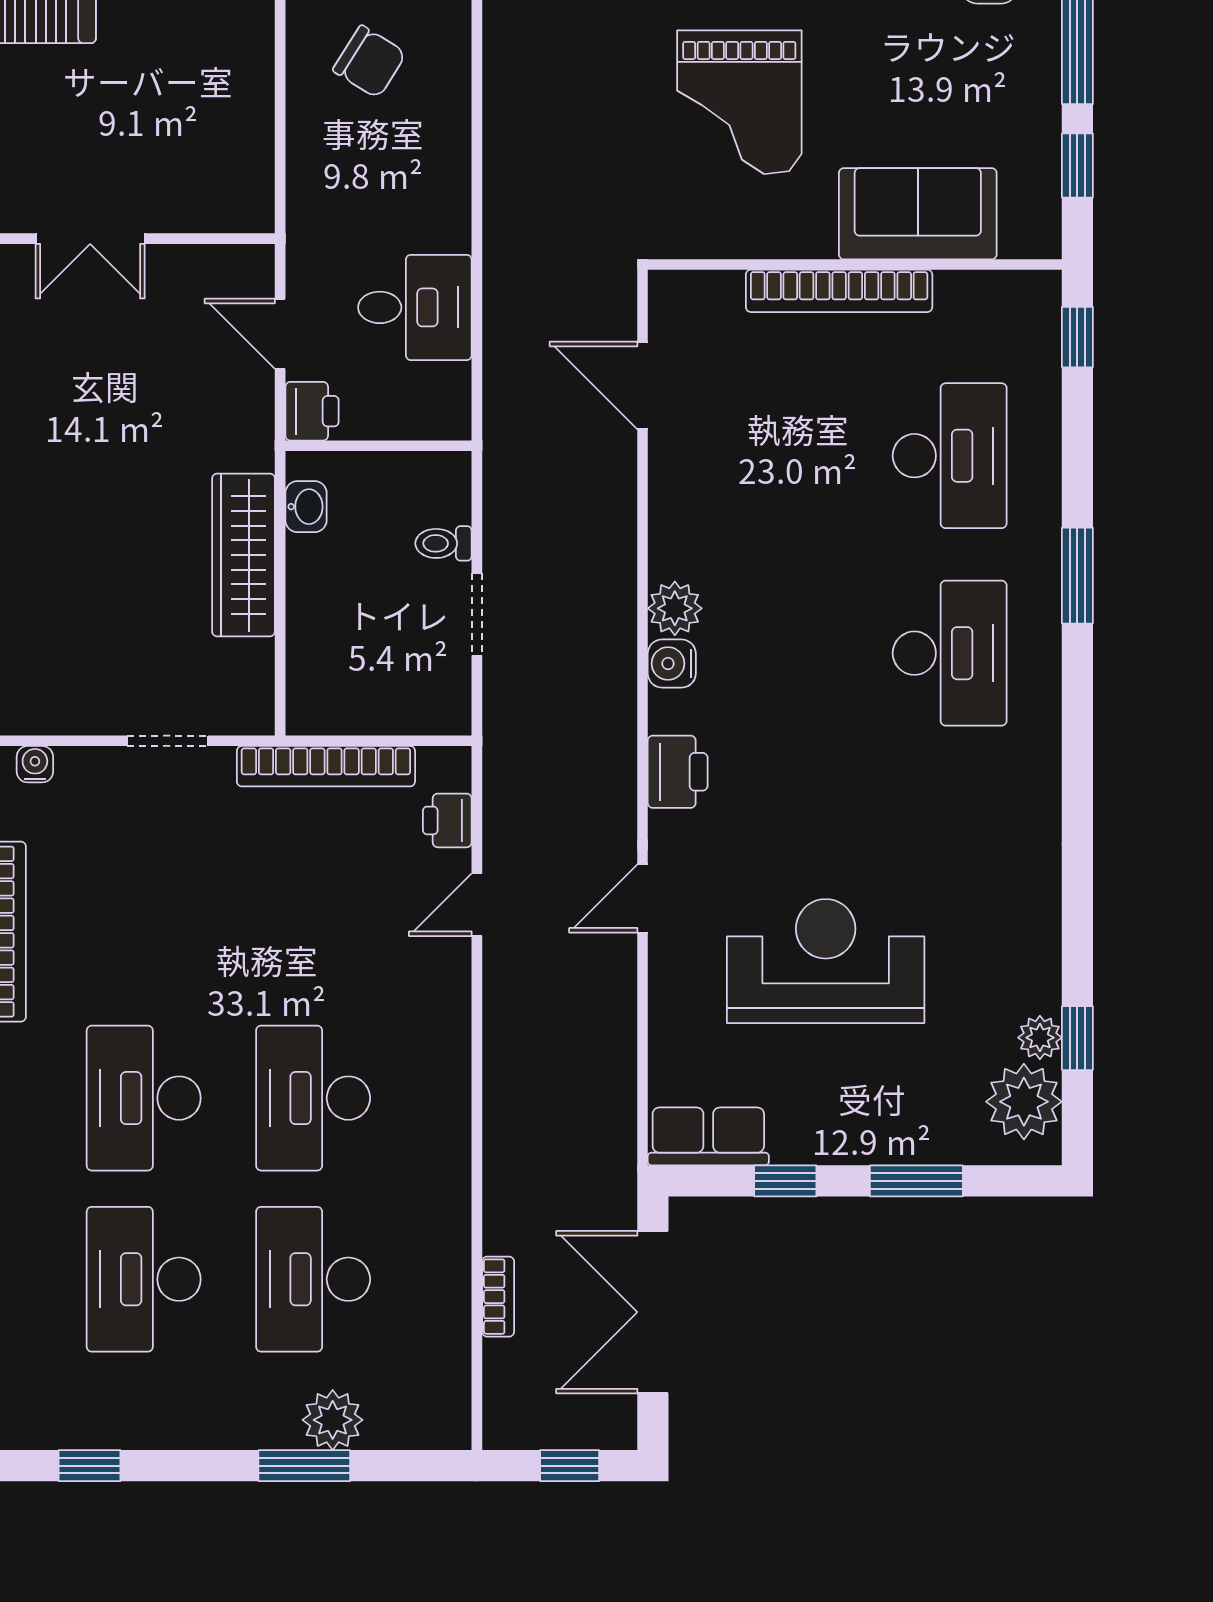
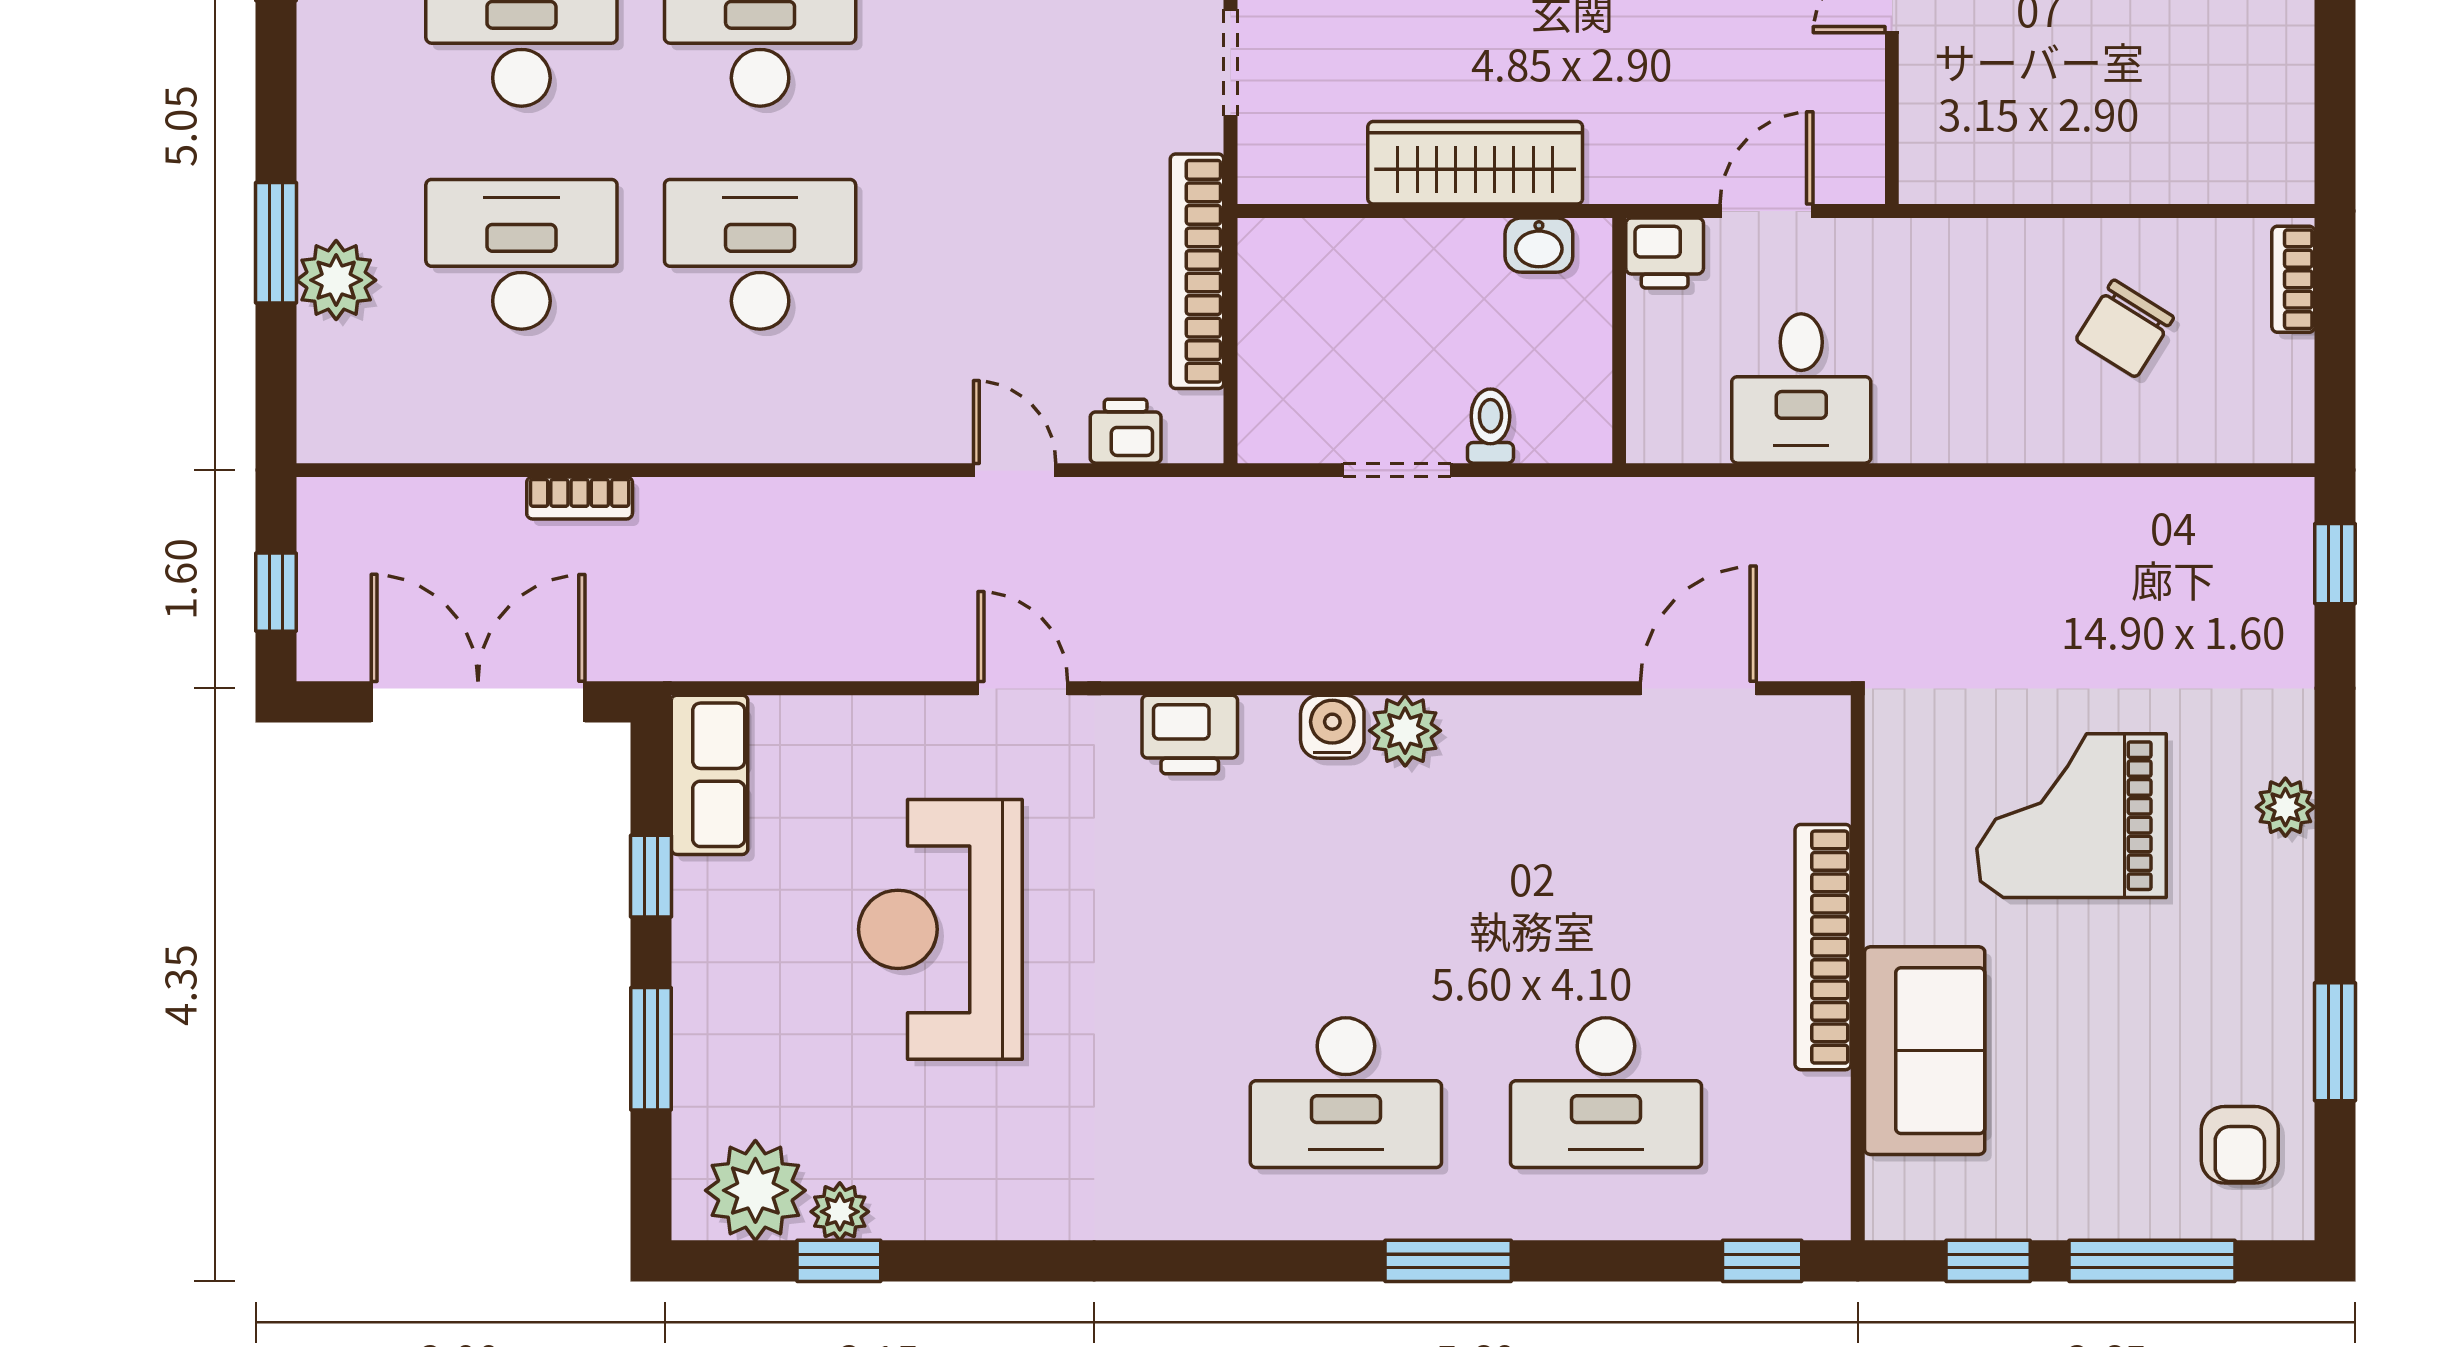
reception desk: (826, 961) -> (940, 929), turned 180
bookcase: (498, 1297) -> (580, 498), moved

